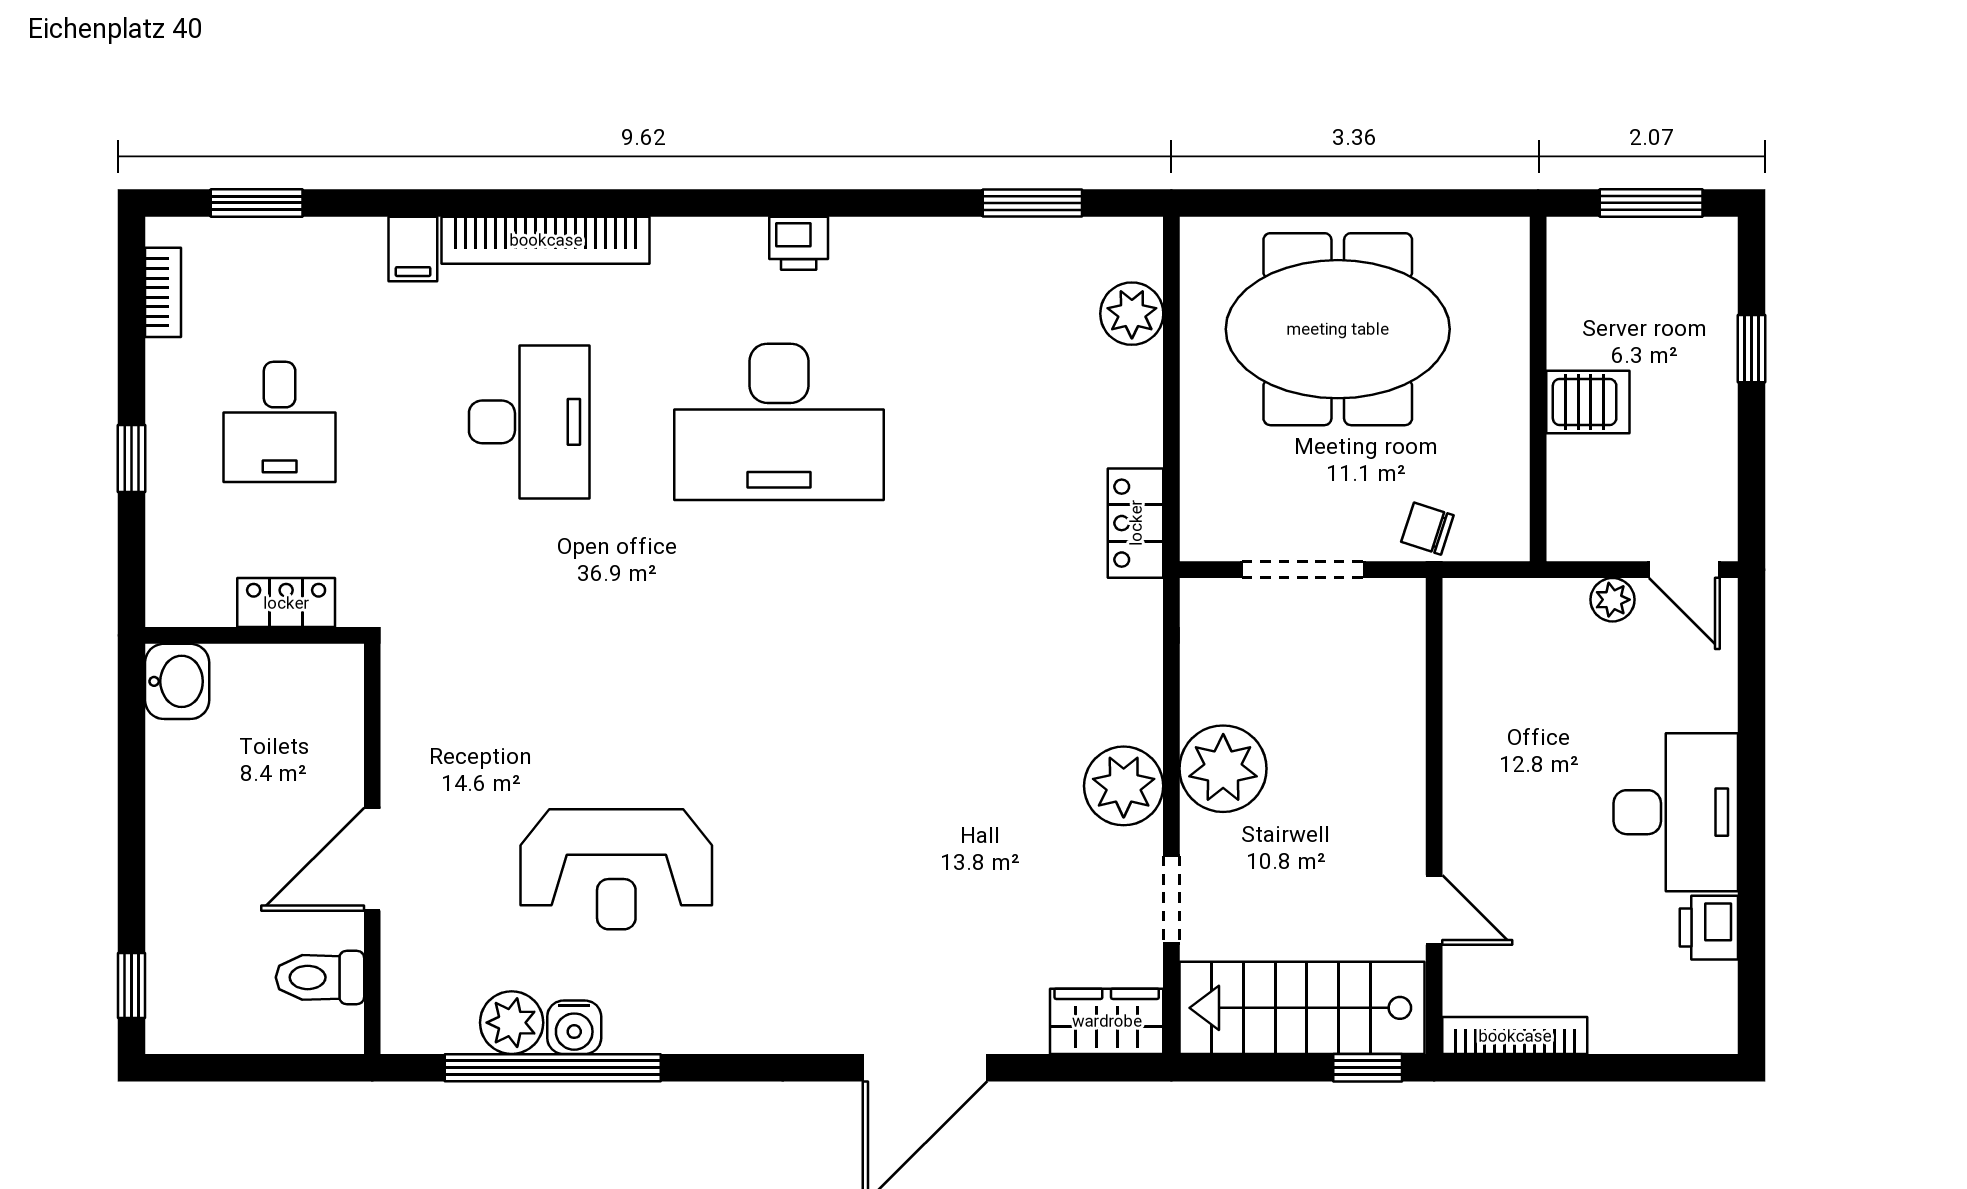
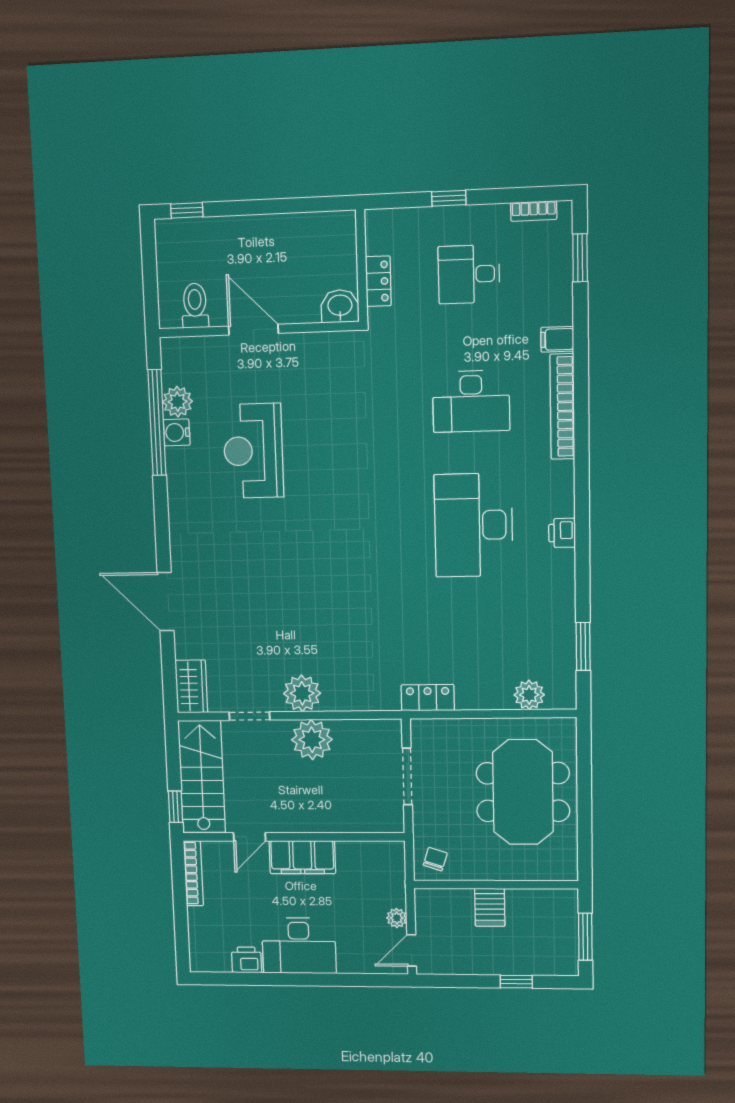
chair: (1427, 529) -> (435, 859), moved
washbasin: (177, 681) -> (340, 306), moved, turned 180
filing cabinet: (1479, 798) -> (302, 857), added

